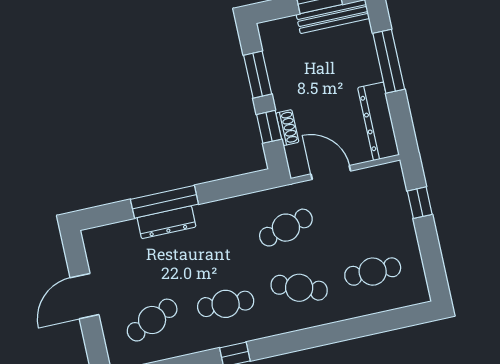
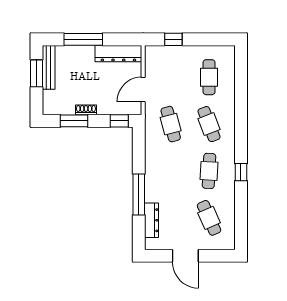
window: (269, 127) -> (119, 121), moved
shoe rack: (287, 128) -> (86, 110), moved
dresser: (166, 222) -> (151, 220), moved
cafe table: (299, 288) -> (209, 124), turned -42

